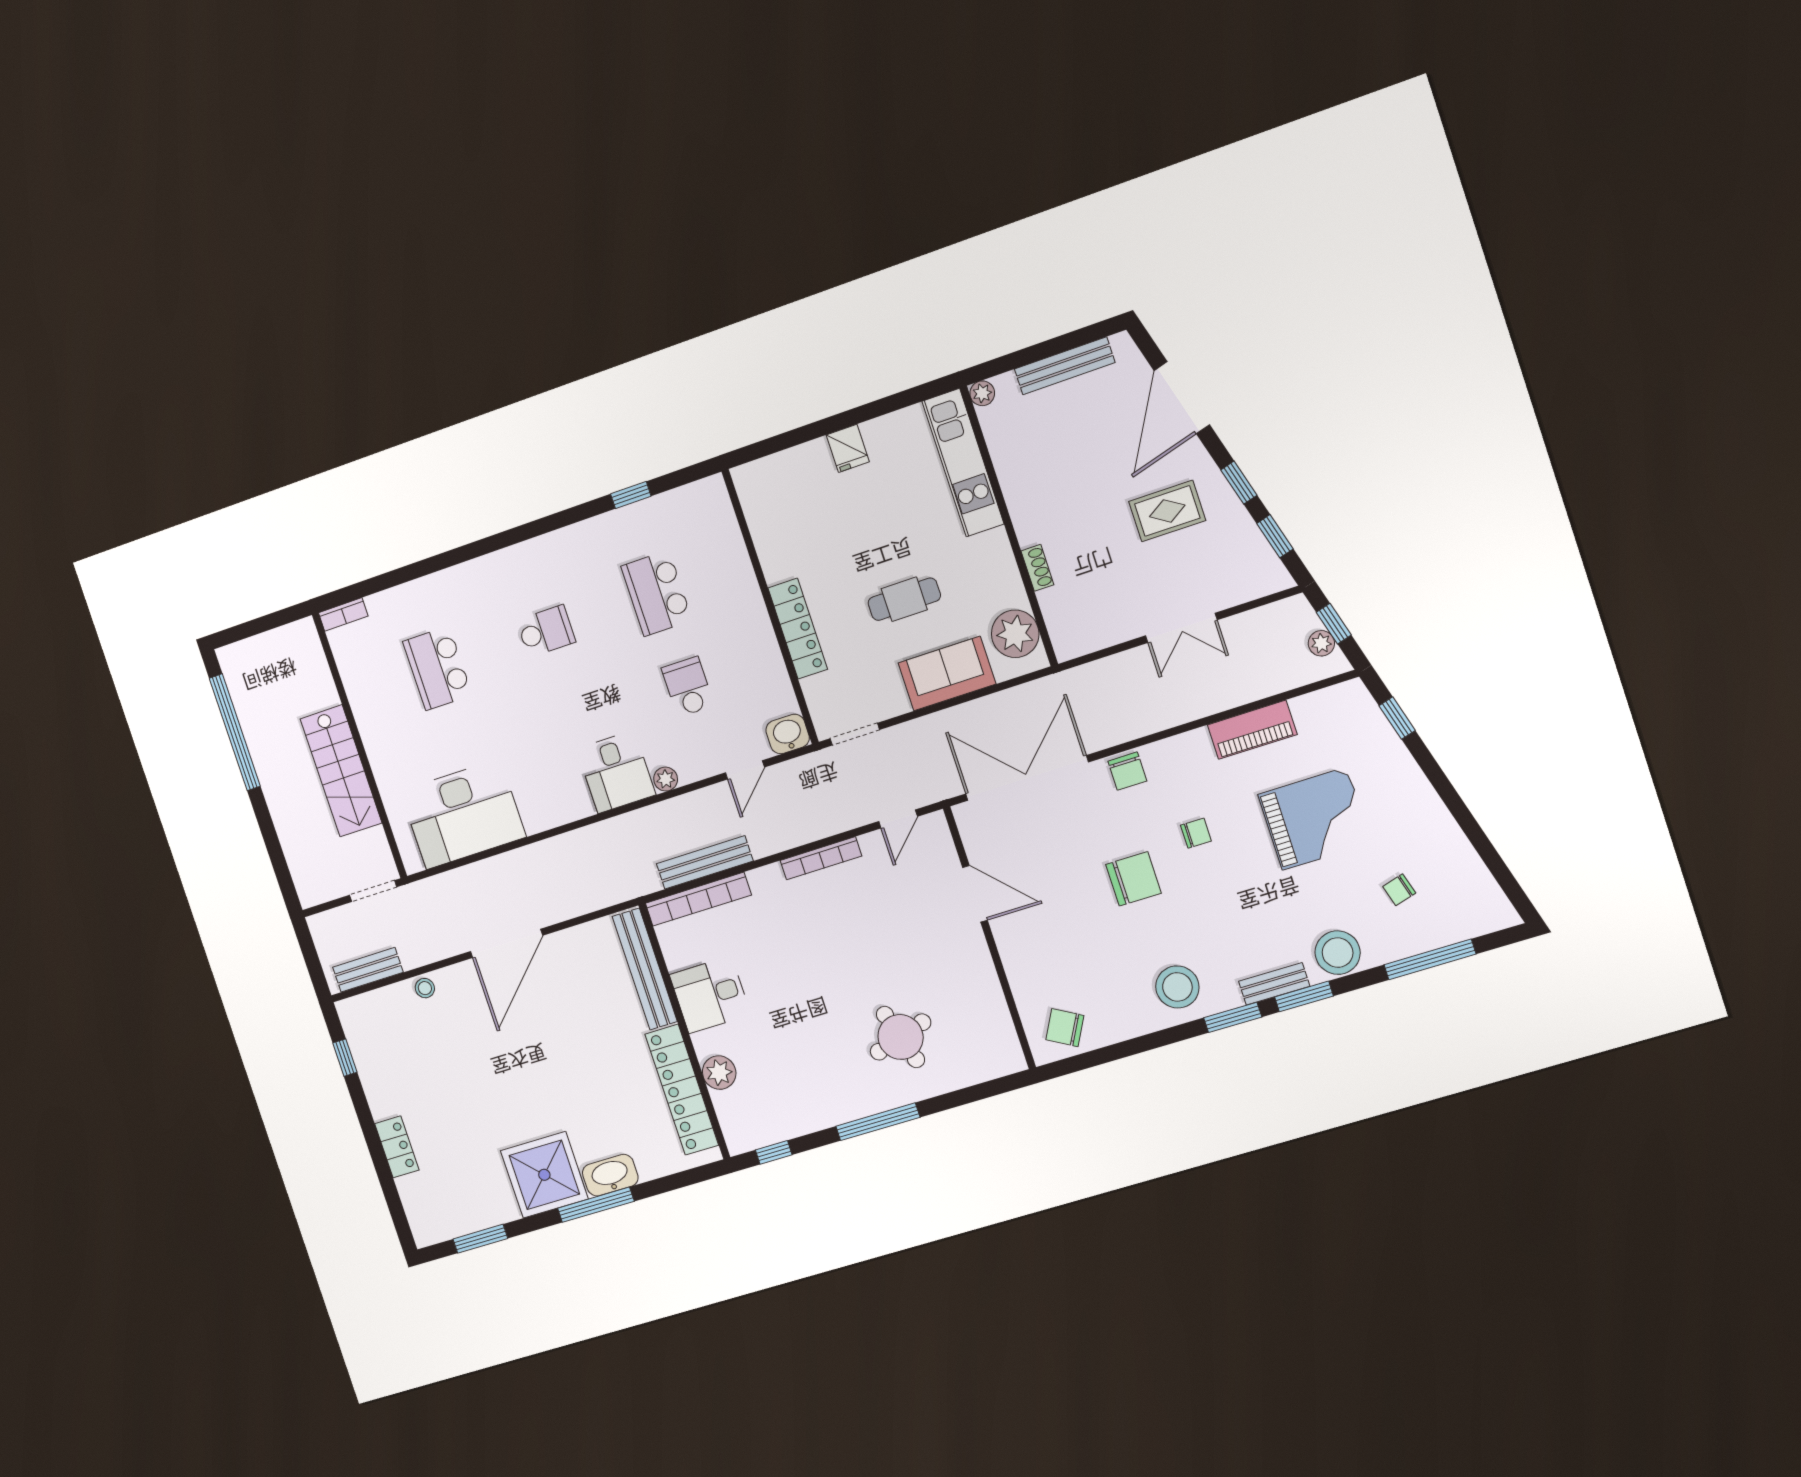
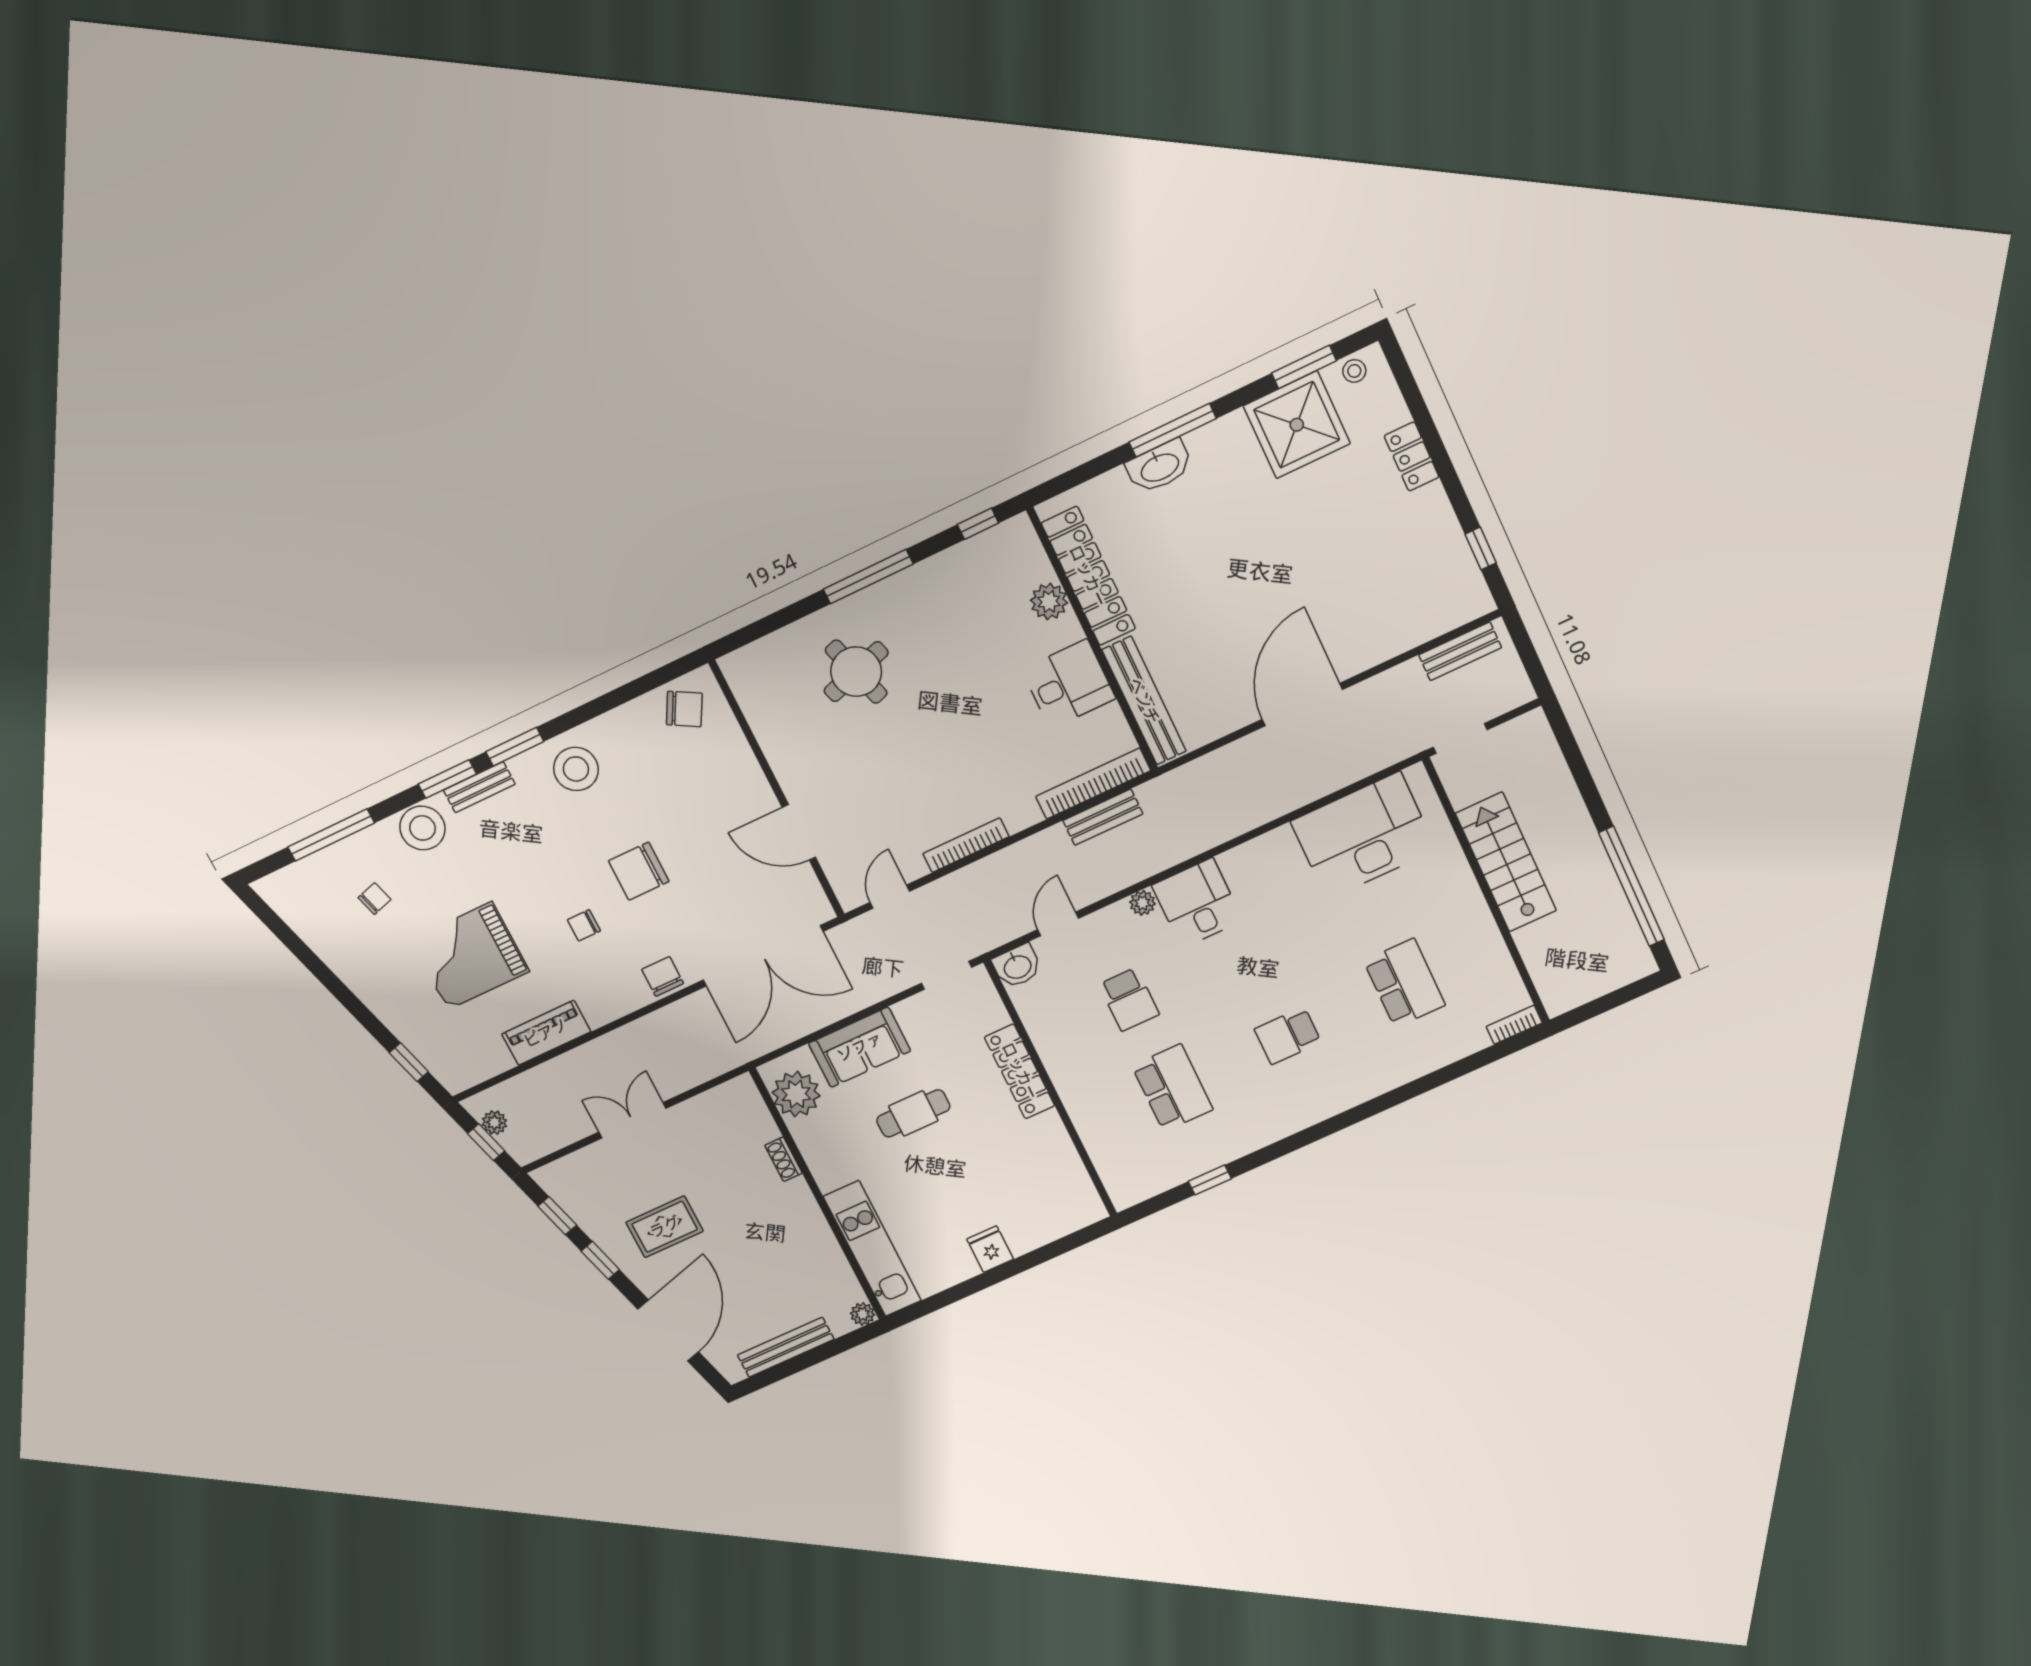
bench: (705, 862) -> (1103, 817), width x0.73
stool: (425, 988) -> (1354, 371), moved
shower: (544, 1175) -> (1297, 425), moved

